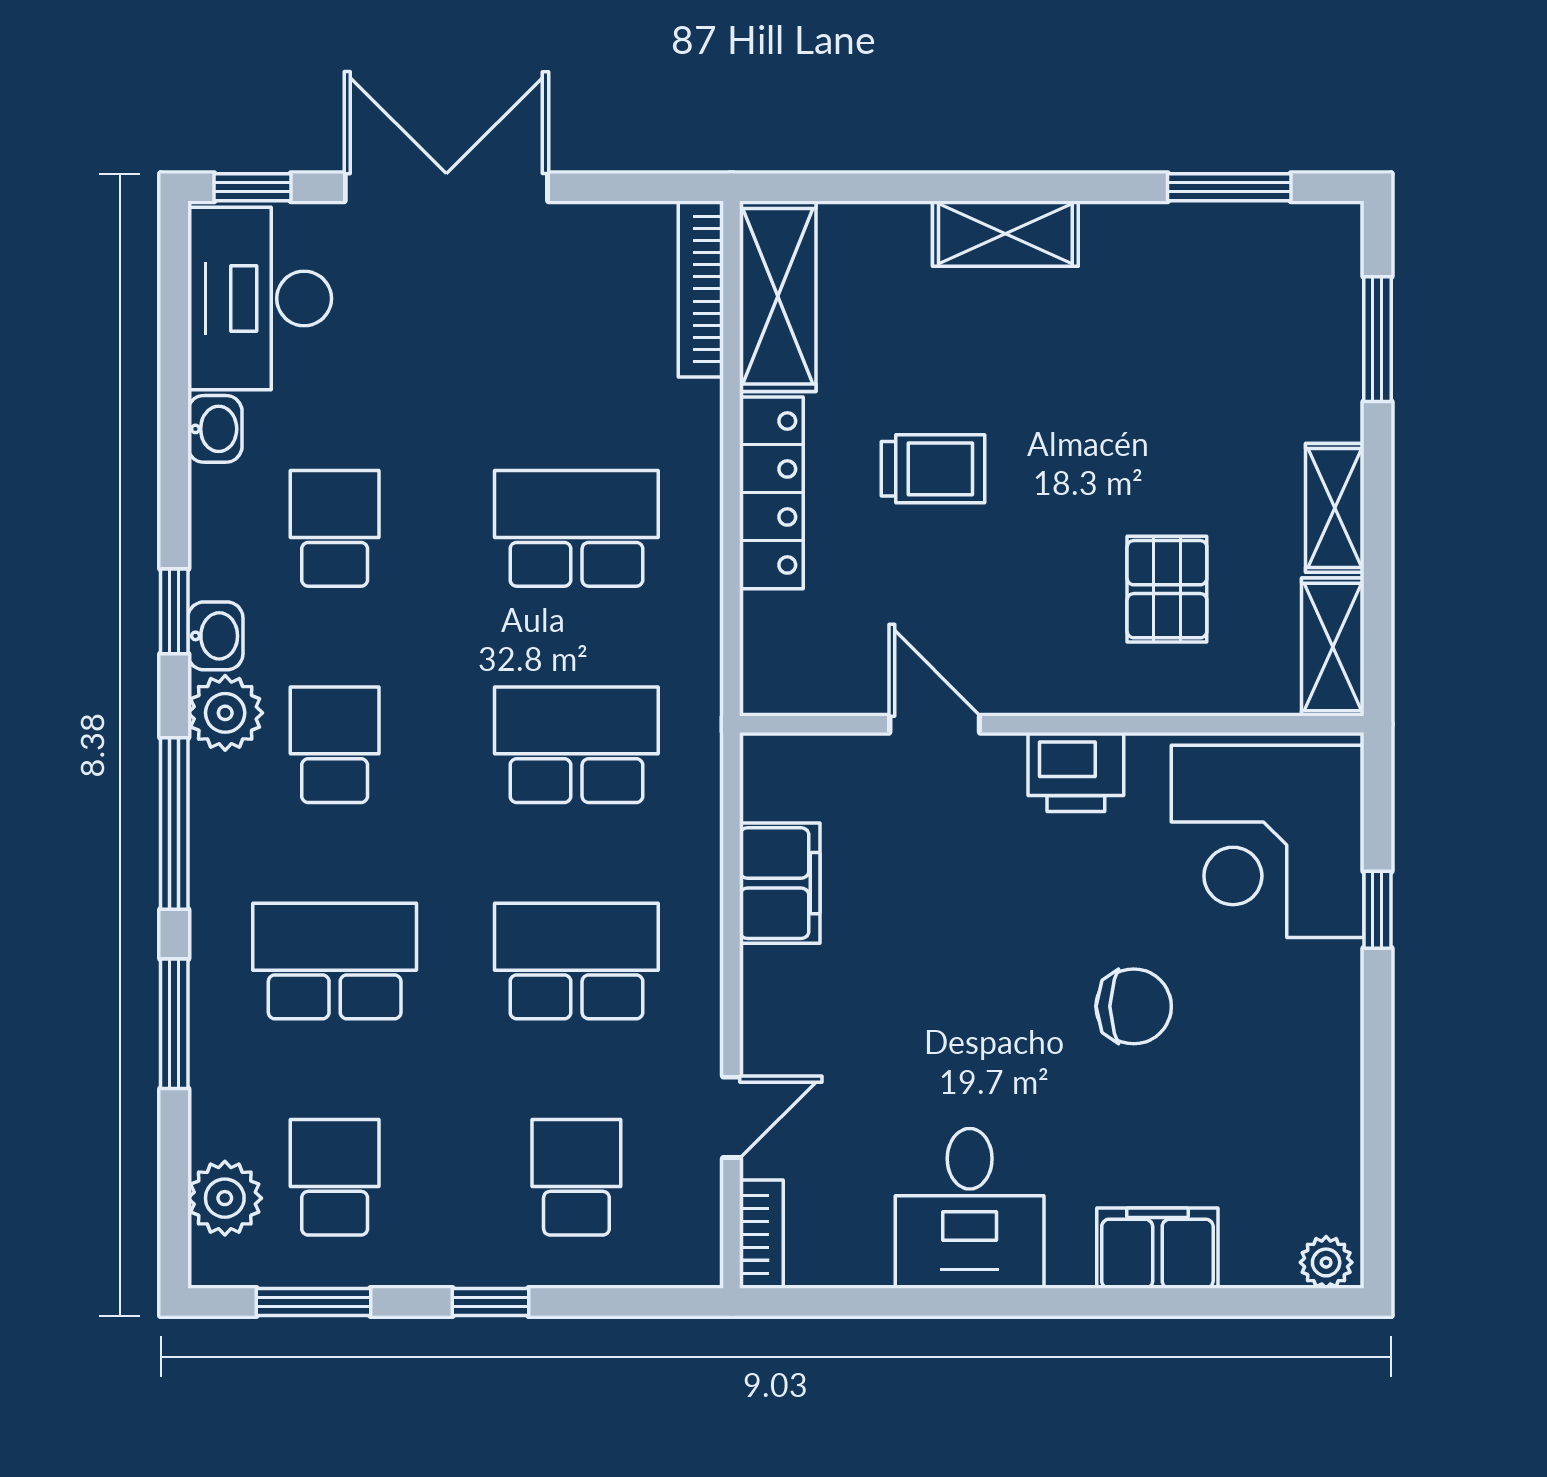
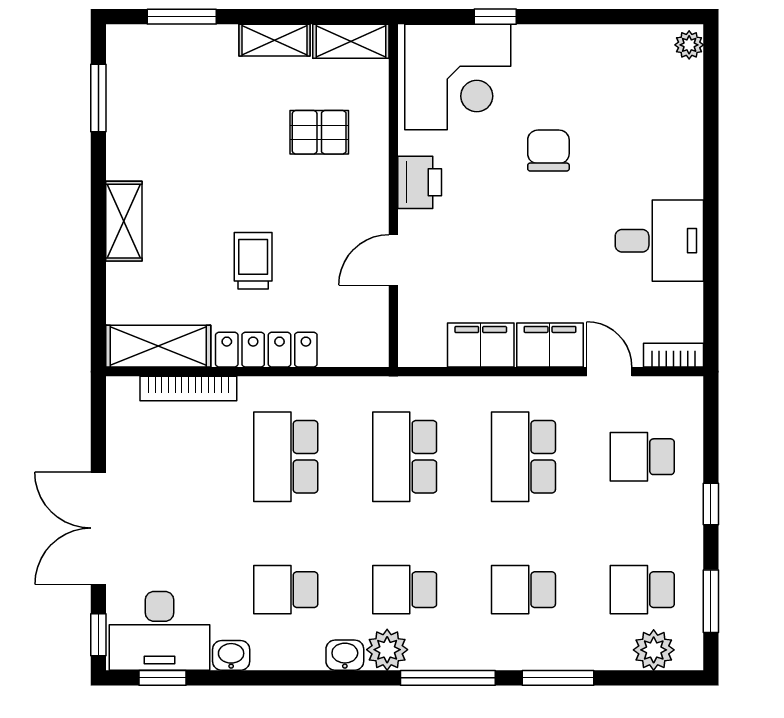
bookcase: (701, 289) -> (188, 388), moved
window: (174, 611) -> (163, 678), moved
school desk: (335, 961) -> (523, 590), width x0.54
filing cabinet: (1157, 1248) -> (550, 345), moved, turned 90

